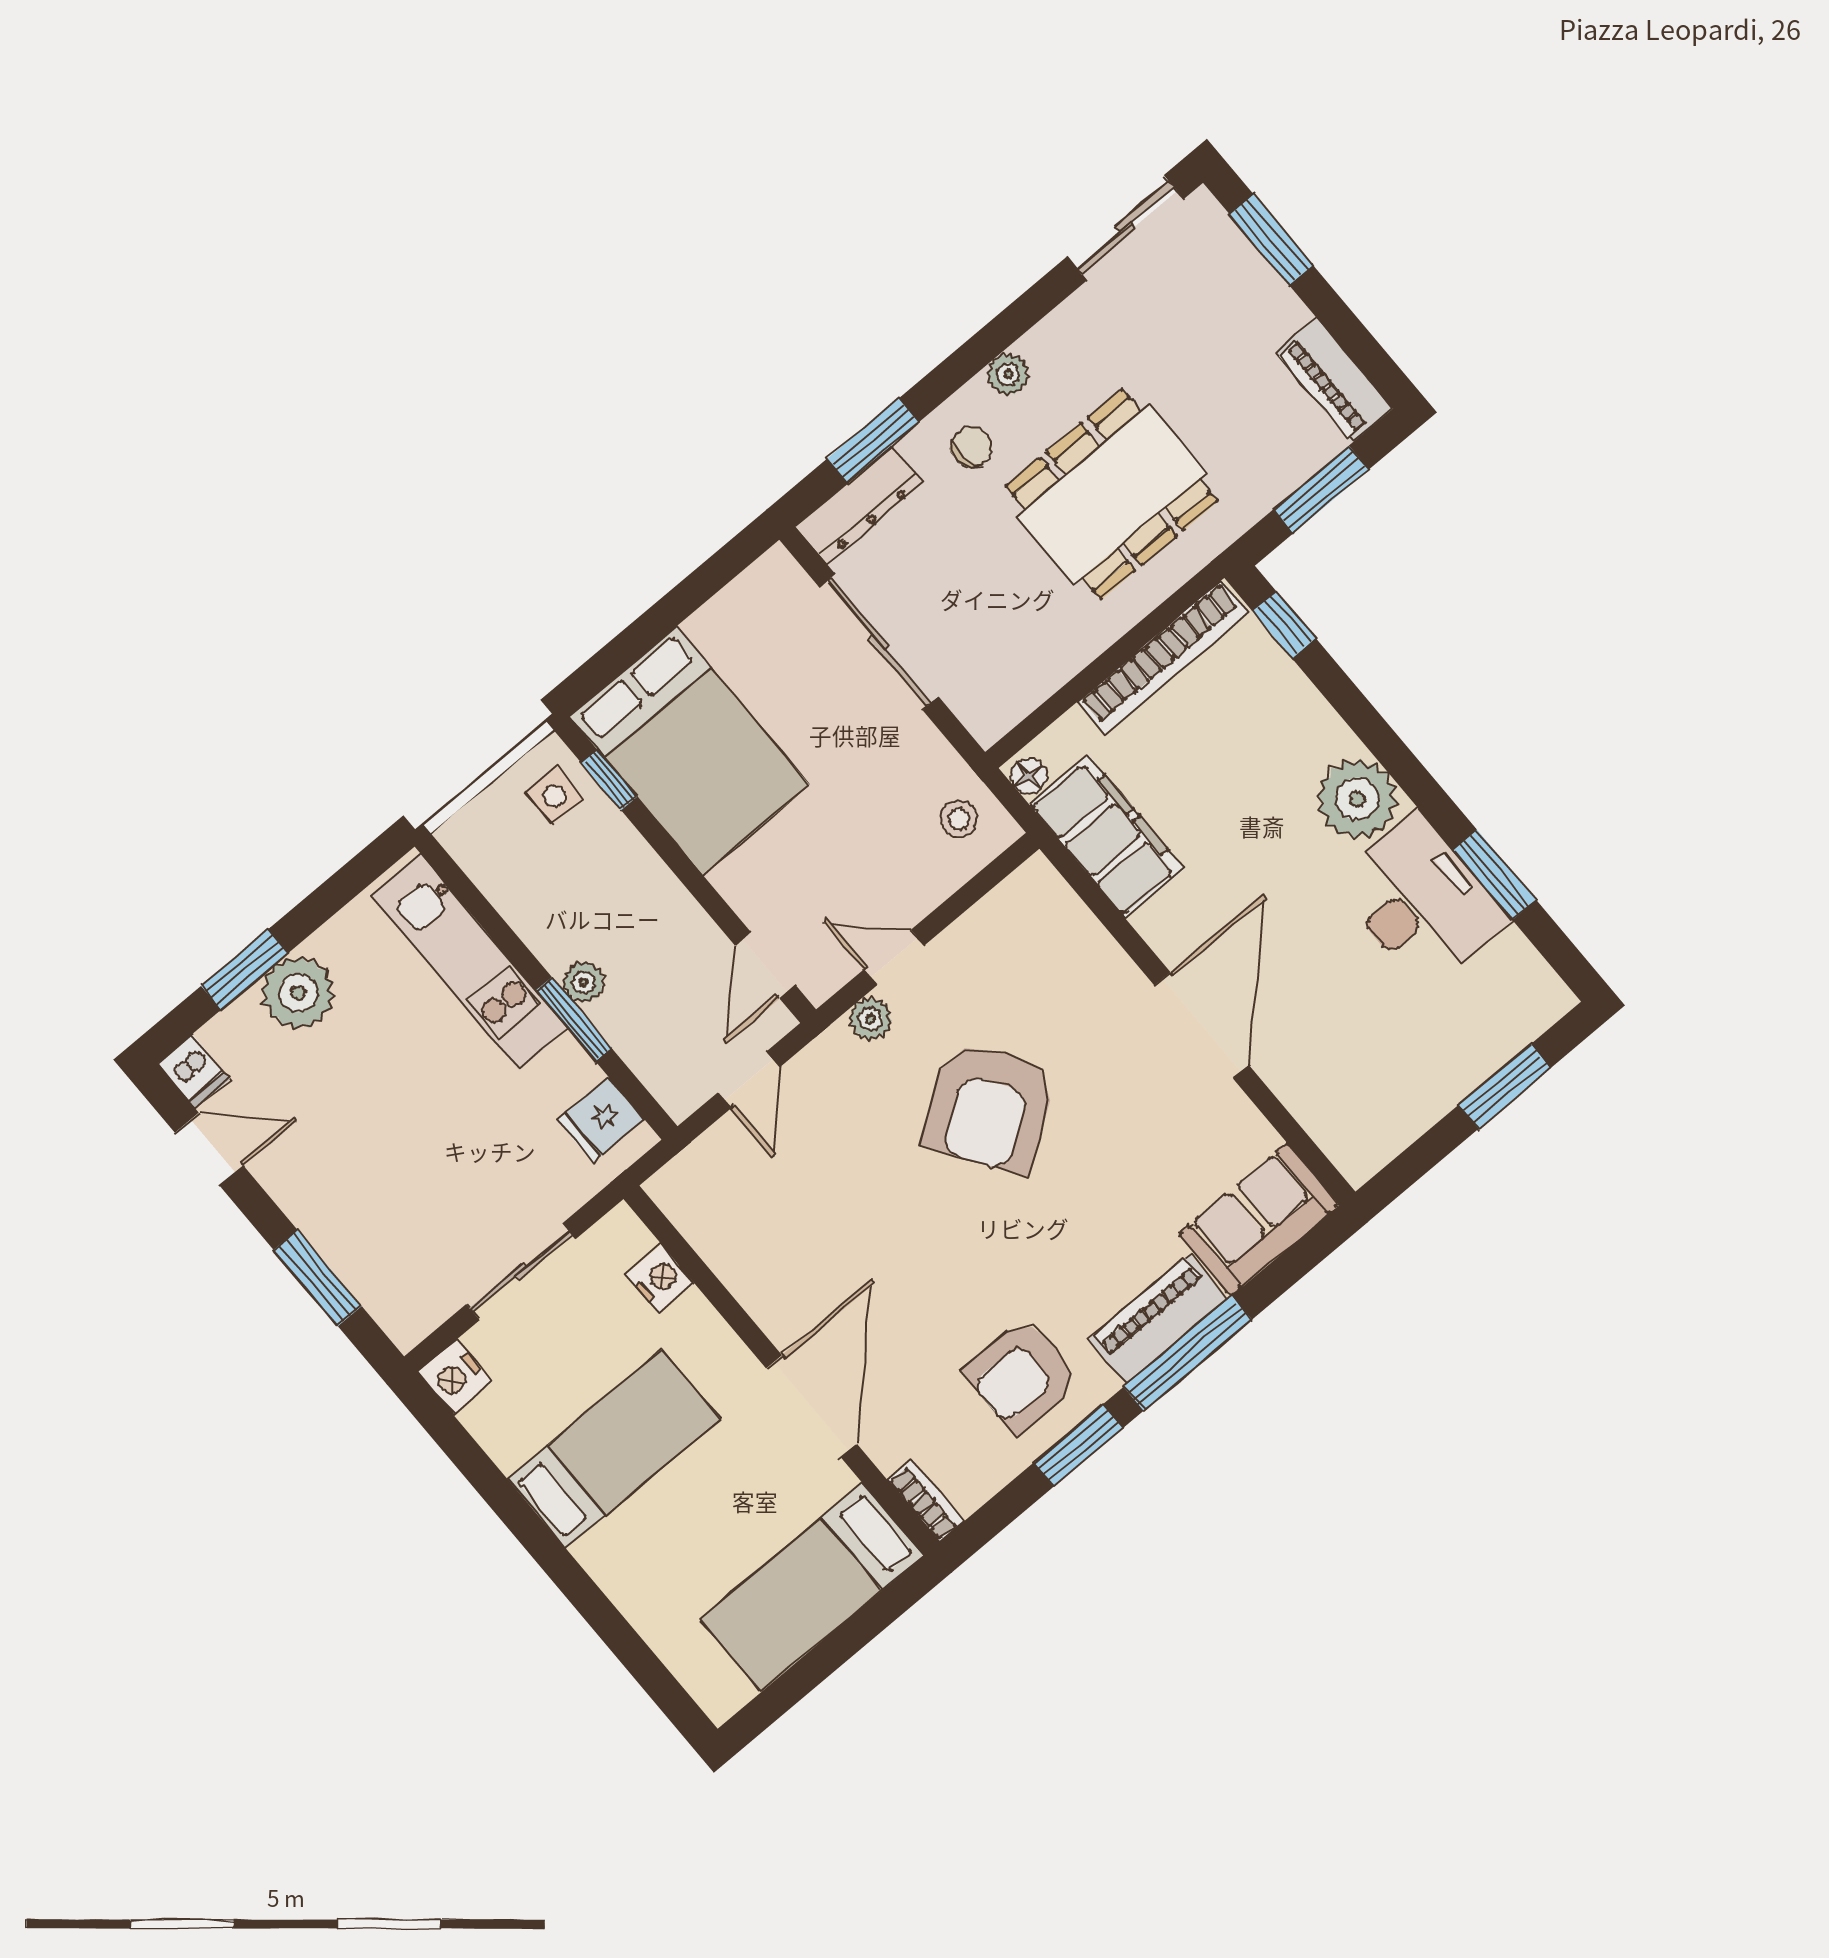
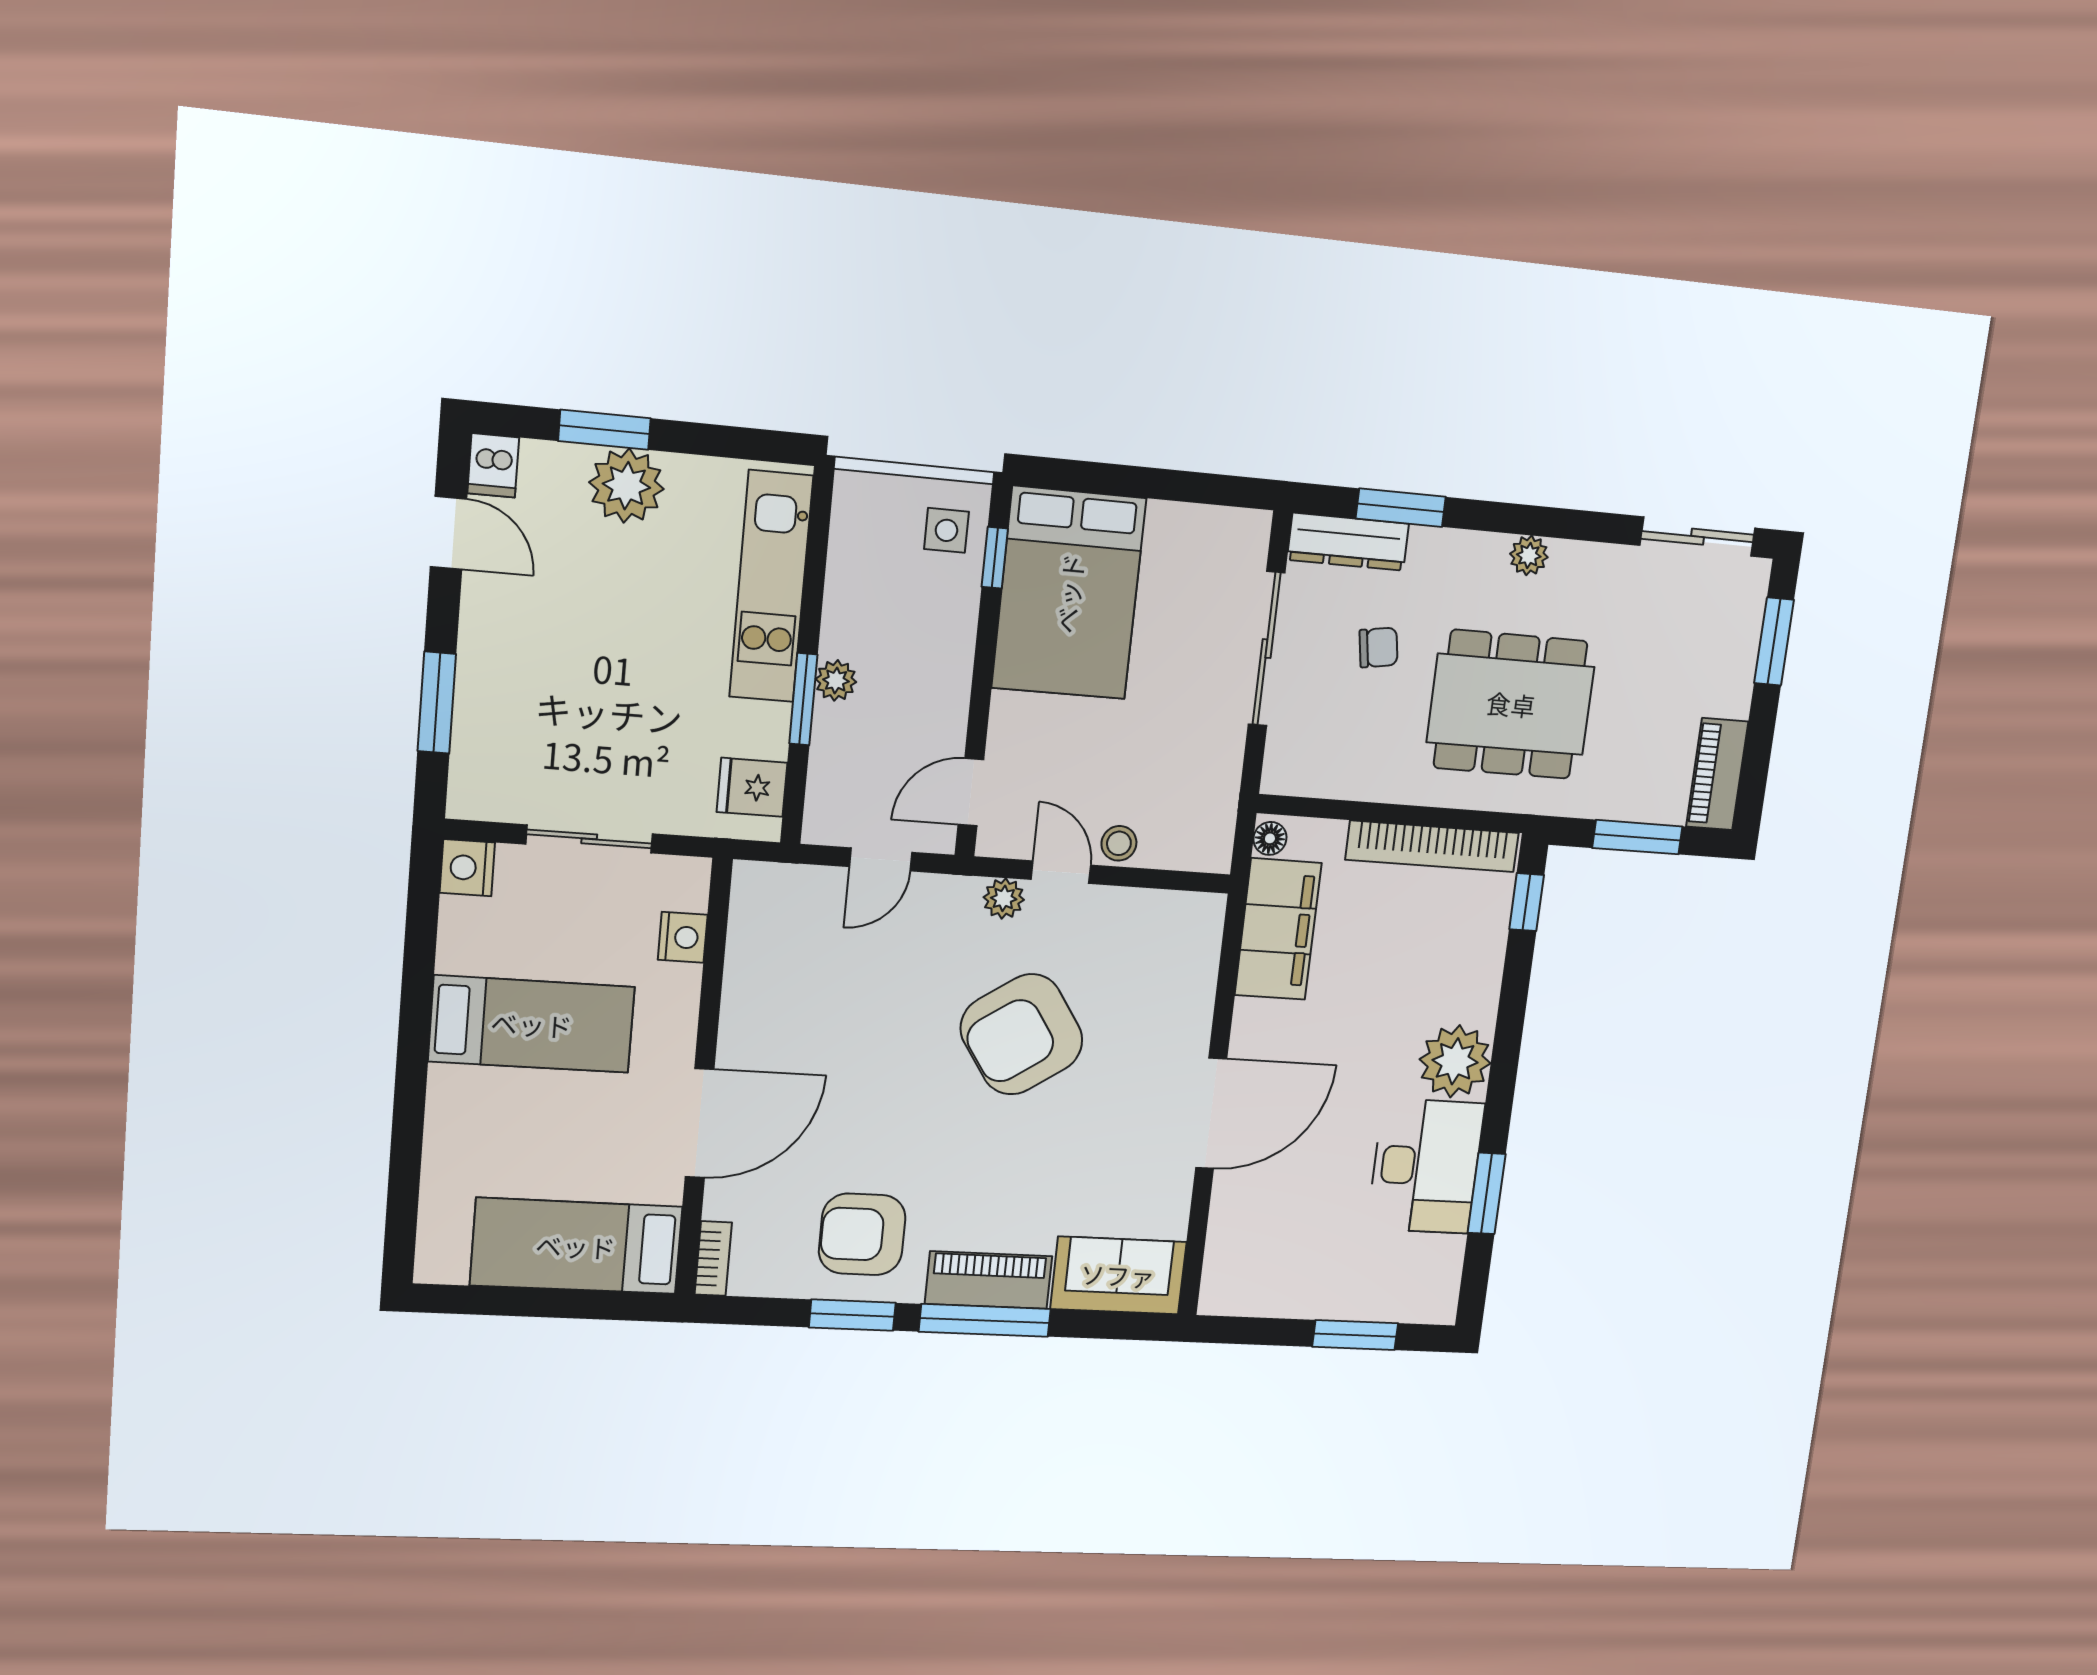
chair: (972, 447) -> (1378, 647), moved
stool: (959, 819) -> (1119, 843), moved

